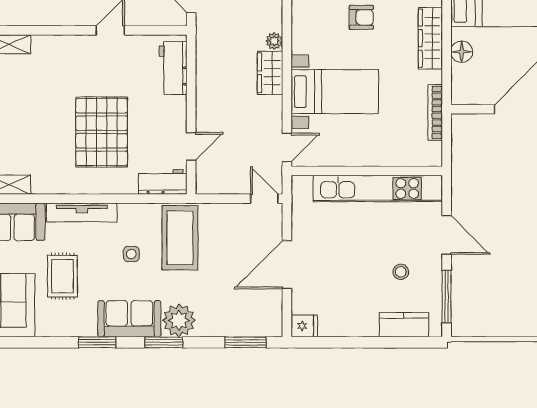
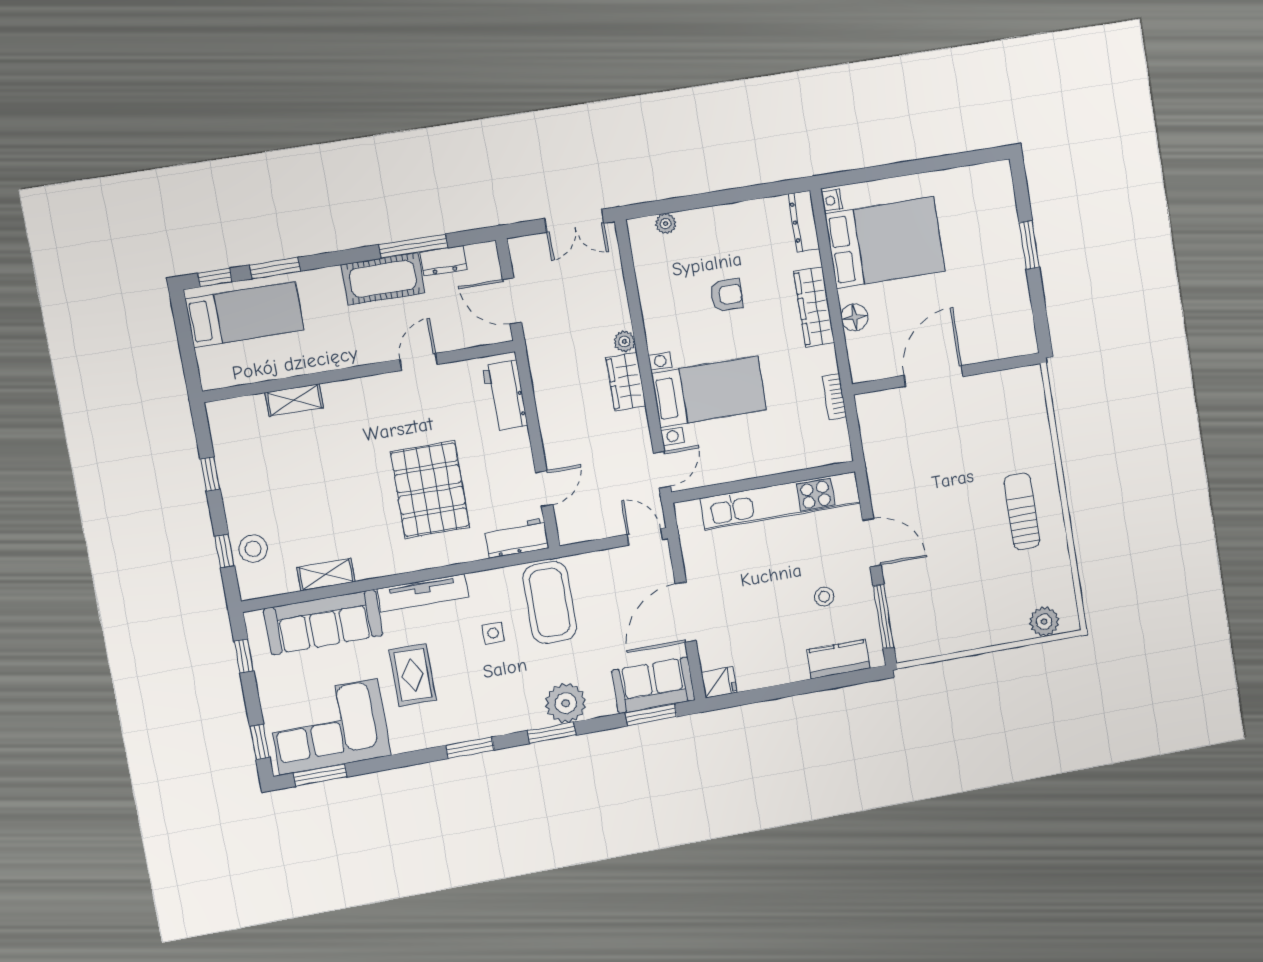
bookcase: (435, 112) -> (834, 397), width x0.64
sofa: (129, 319) -> (653, 685), moved

